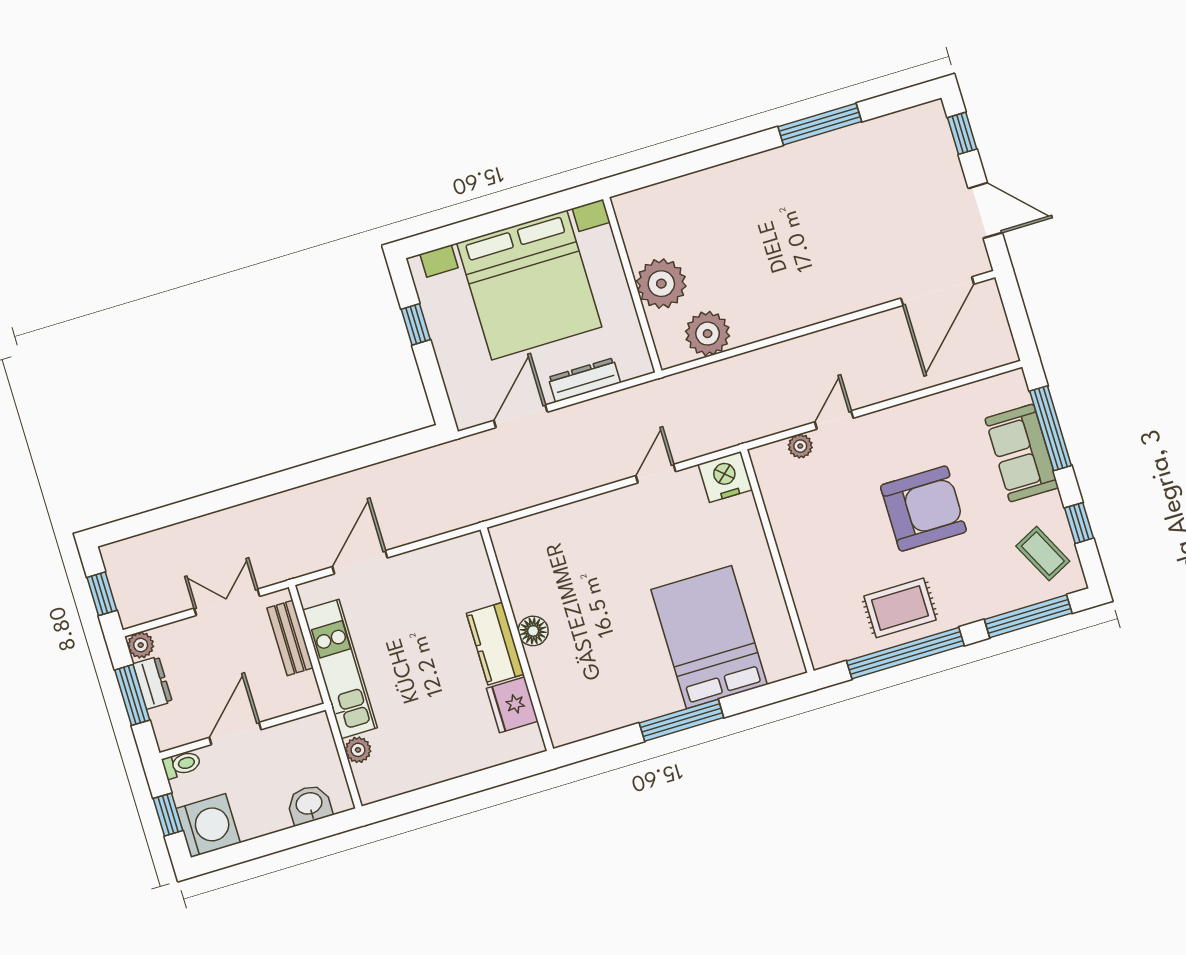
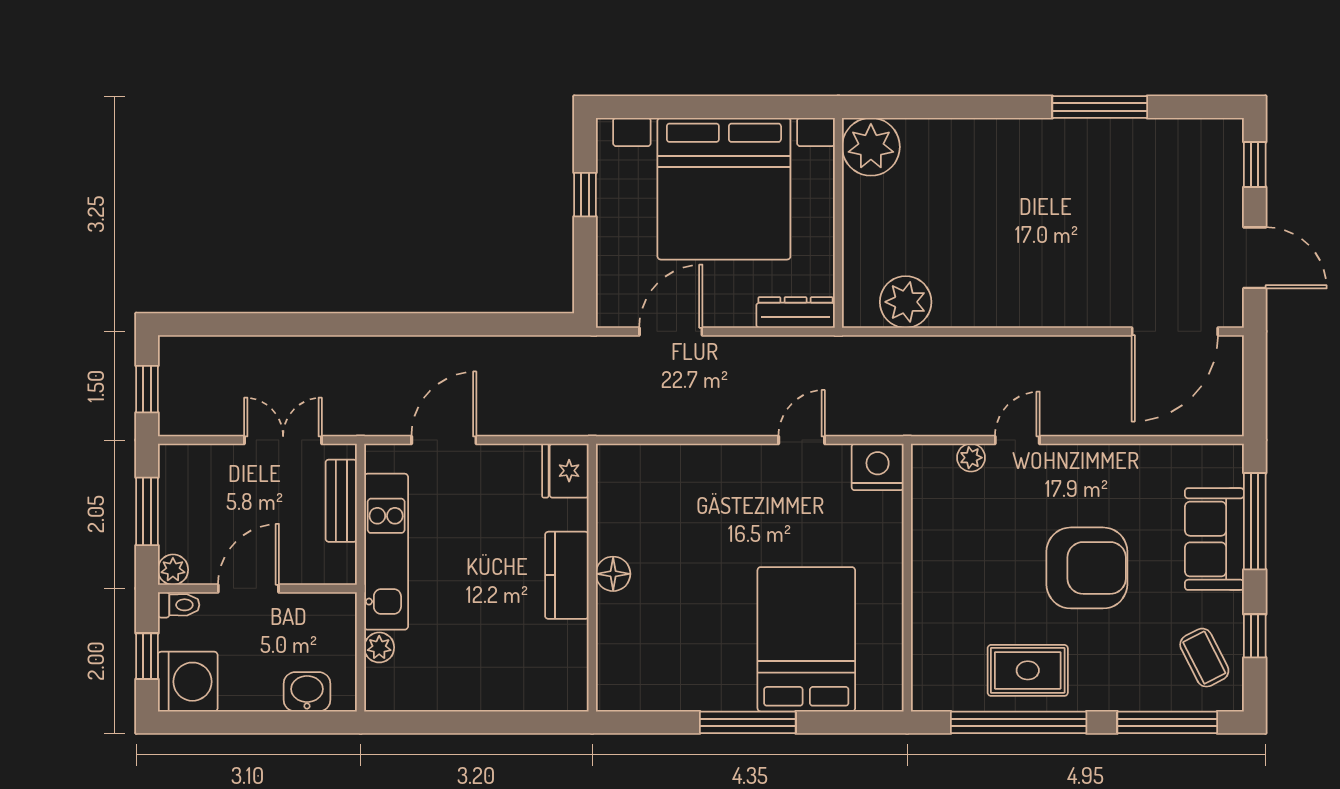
plant: (661, 284) -> (871, 147), moved
dresser: (584, 380) -> (796, 312), moved
plant: (141, 645) -> (173, 570), moved
dresser: (152, 683) -> (173, 505), removed
fridge: (512, 705) -> (565, 471), moved

